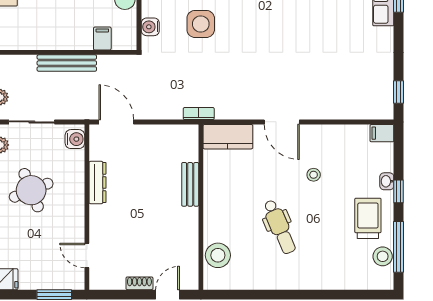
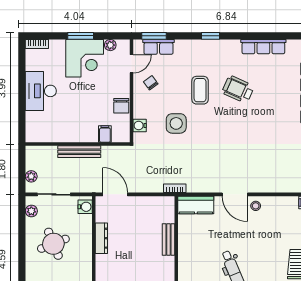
stool: (314, 175) -> (256, 206), moved

